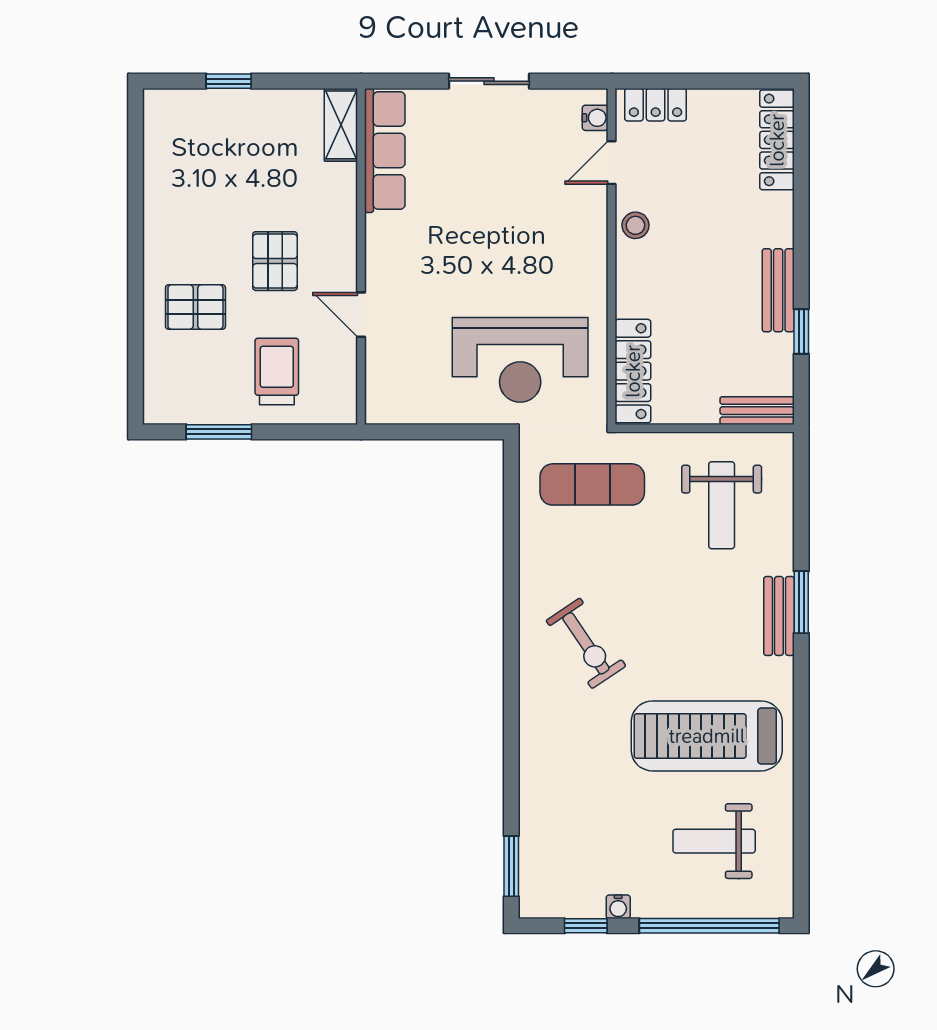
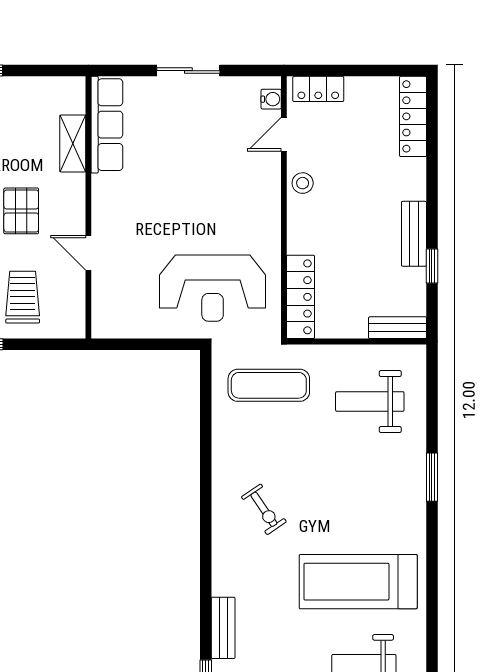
shelving: (341, 125) -> (73, 144), moved
weight bench: (722, 505) -> (370, 402), turned 90
bench: (779, 616) -> (223, 628), moved
exercise bike: (586, 643) -> (264, 509), width x0.73, depth x0.72

